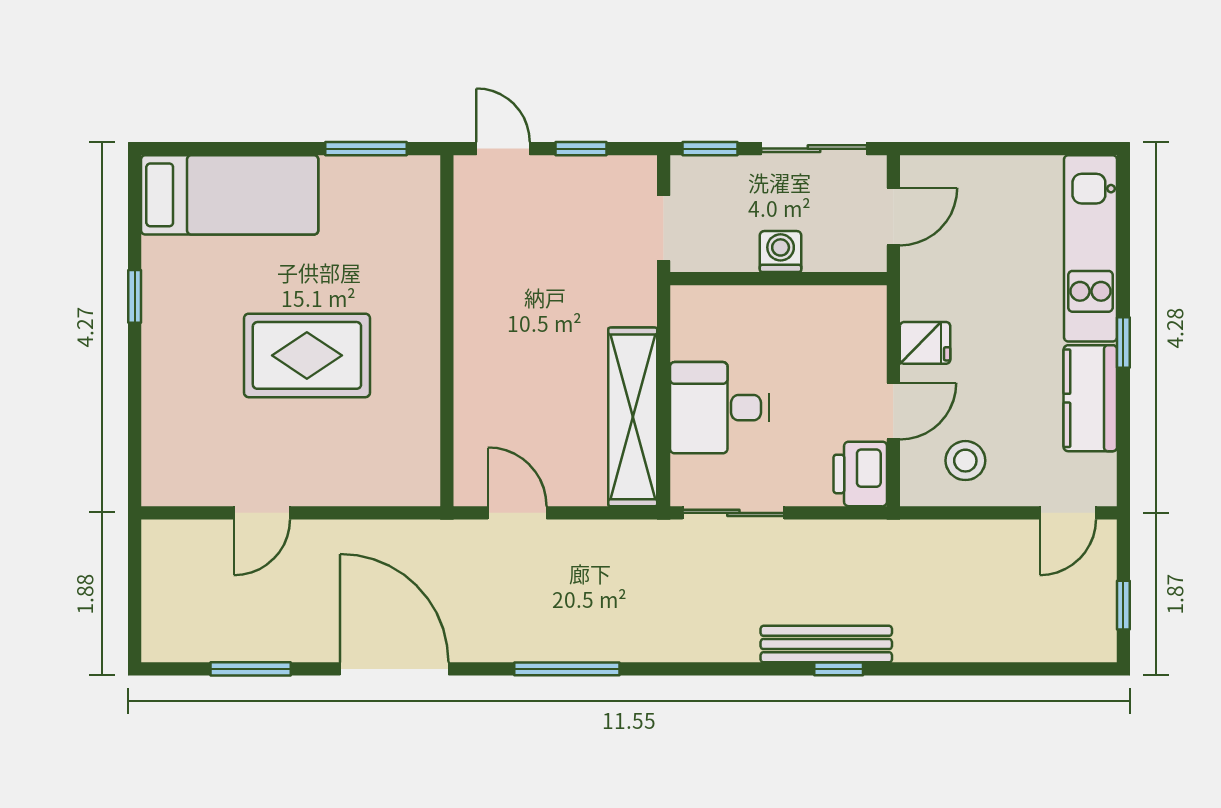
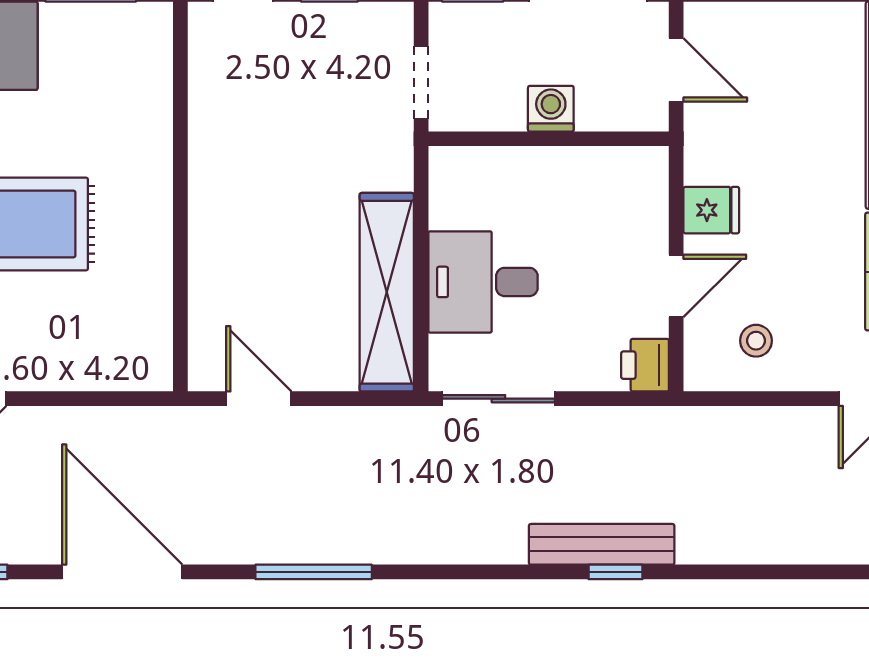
door: (893, 217) -> (676, 70), hinge flipped
stool: (965, 461) -> (756, 341), width x0.73, depth x0.73
printer: (860, 474) -> (645, 365), width x0.73, depth x0.81

